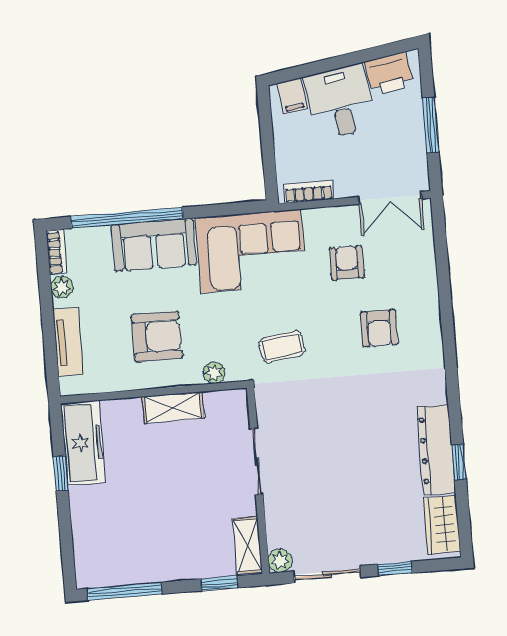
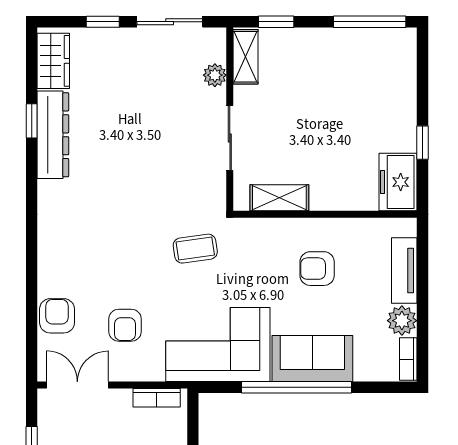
window: (127, 218) -> (297, 387), moved
plant: (62, 287) -> (402, 321), width x1.38, depth x1.38
armchair: (379, 328) -> (57, 316), moved
armchair: (157, 336) -> (317, 269), width x0.72, depth x0.72
plant: (214, 373) -> (264, 228), removed
shelving: (173, 407) -> (279, 198), moved
freezer: (83, 443) -> (398, 182), width x0.71
plant: (280, 561) -> (215, 75), moved

